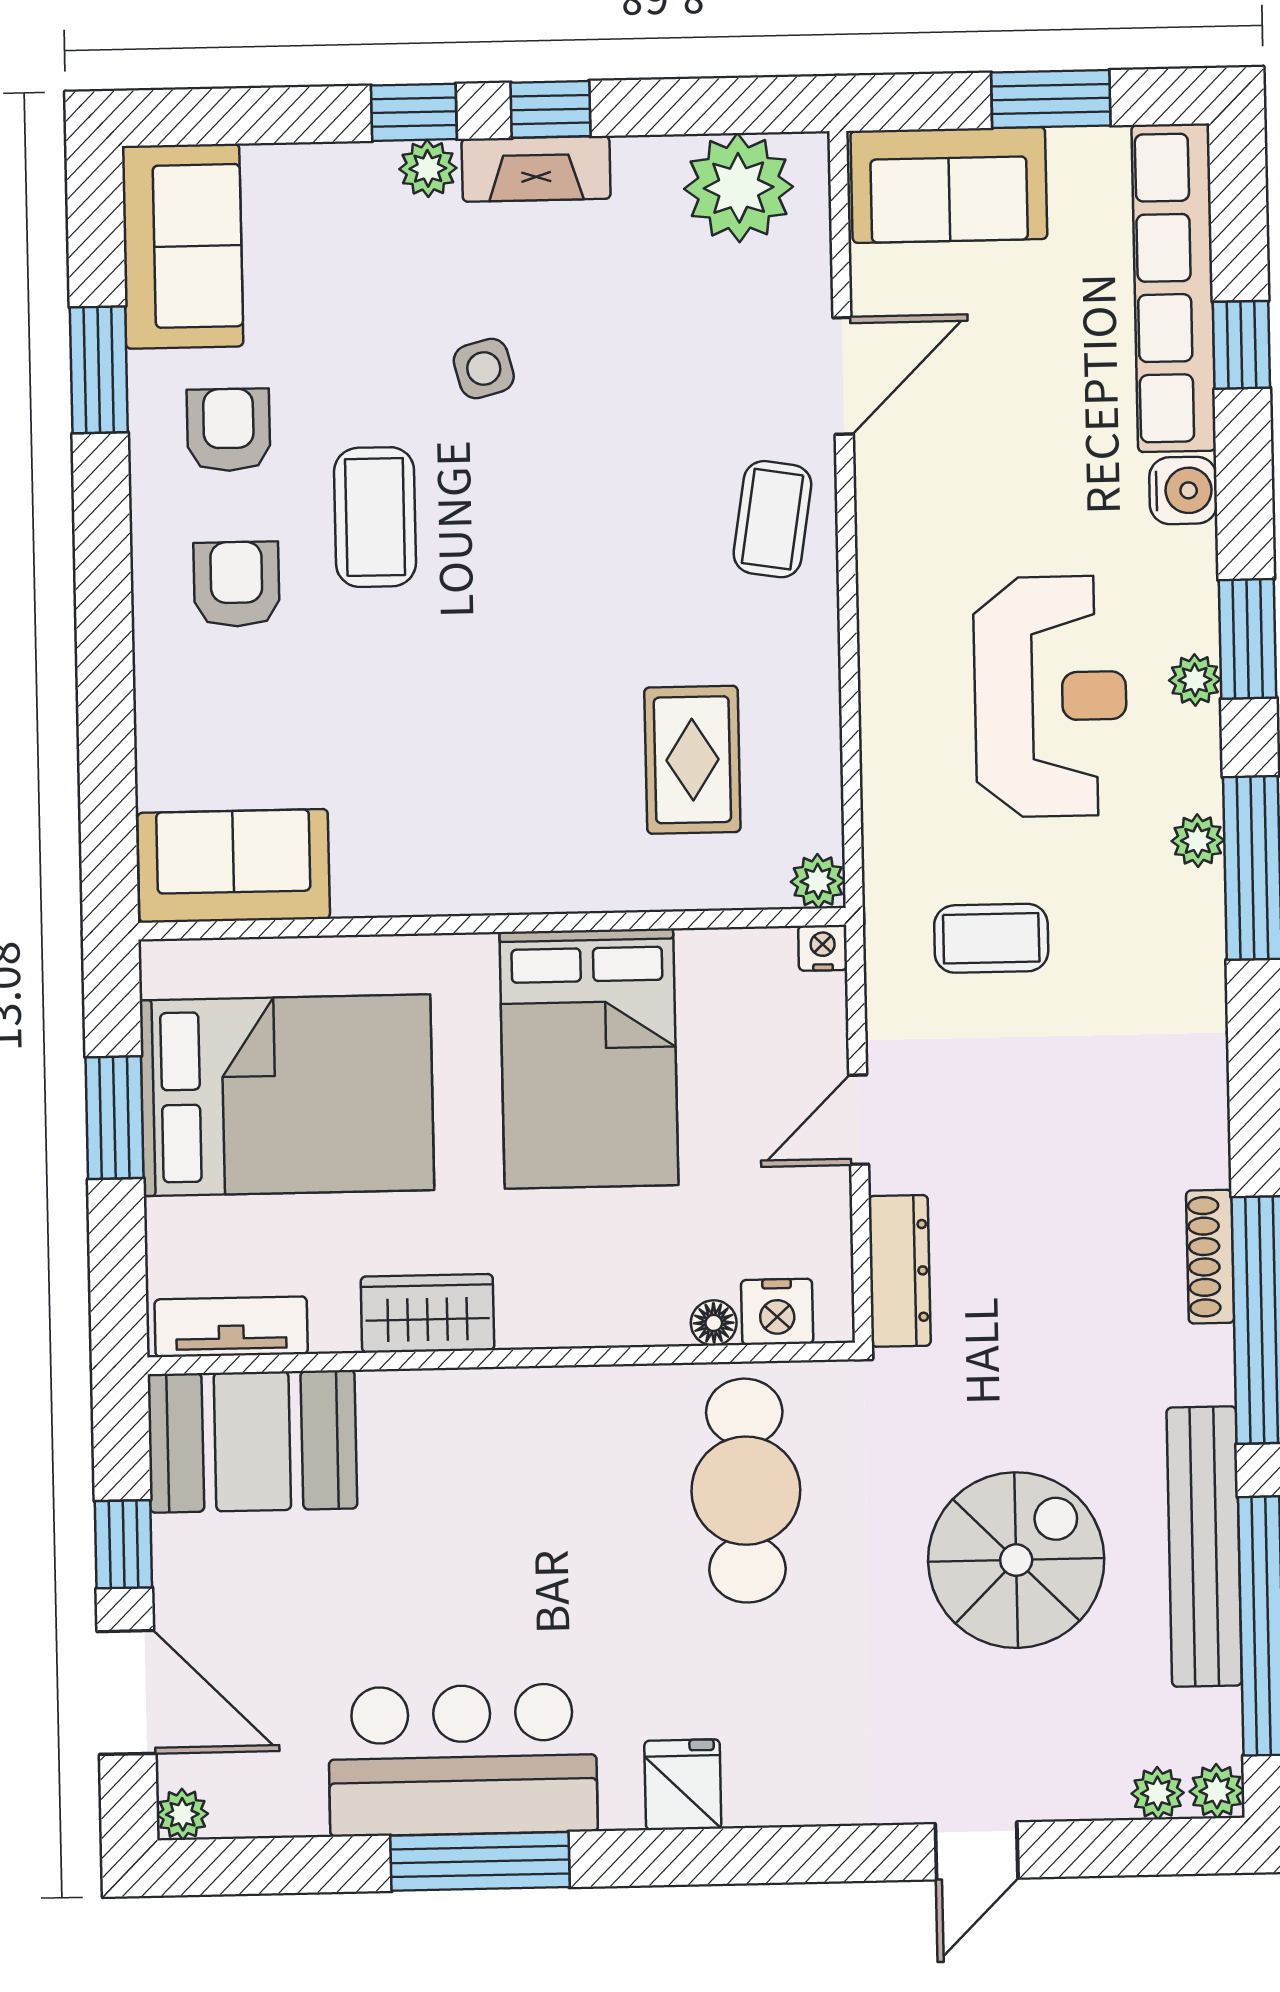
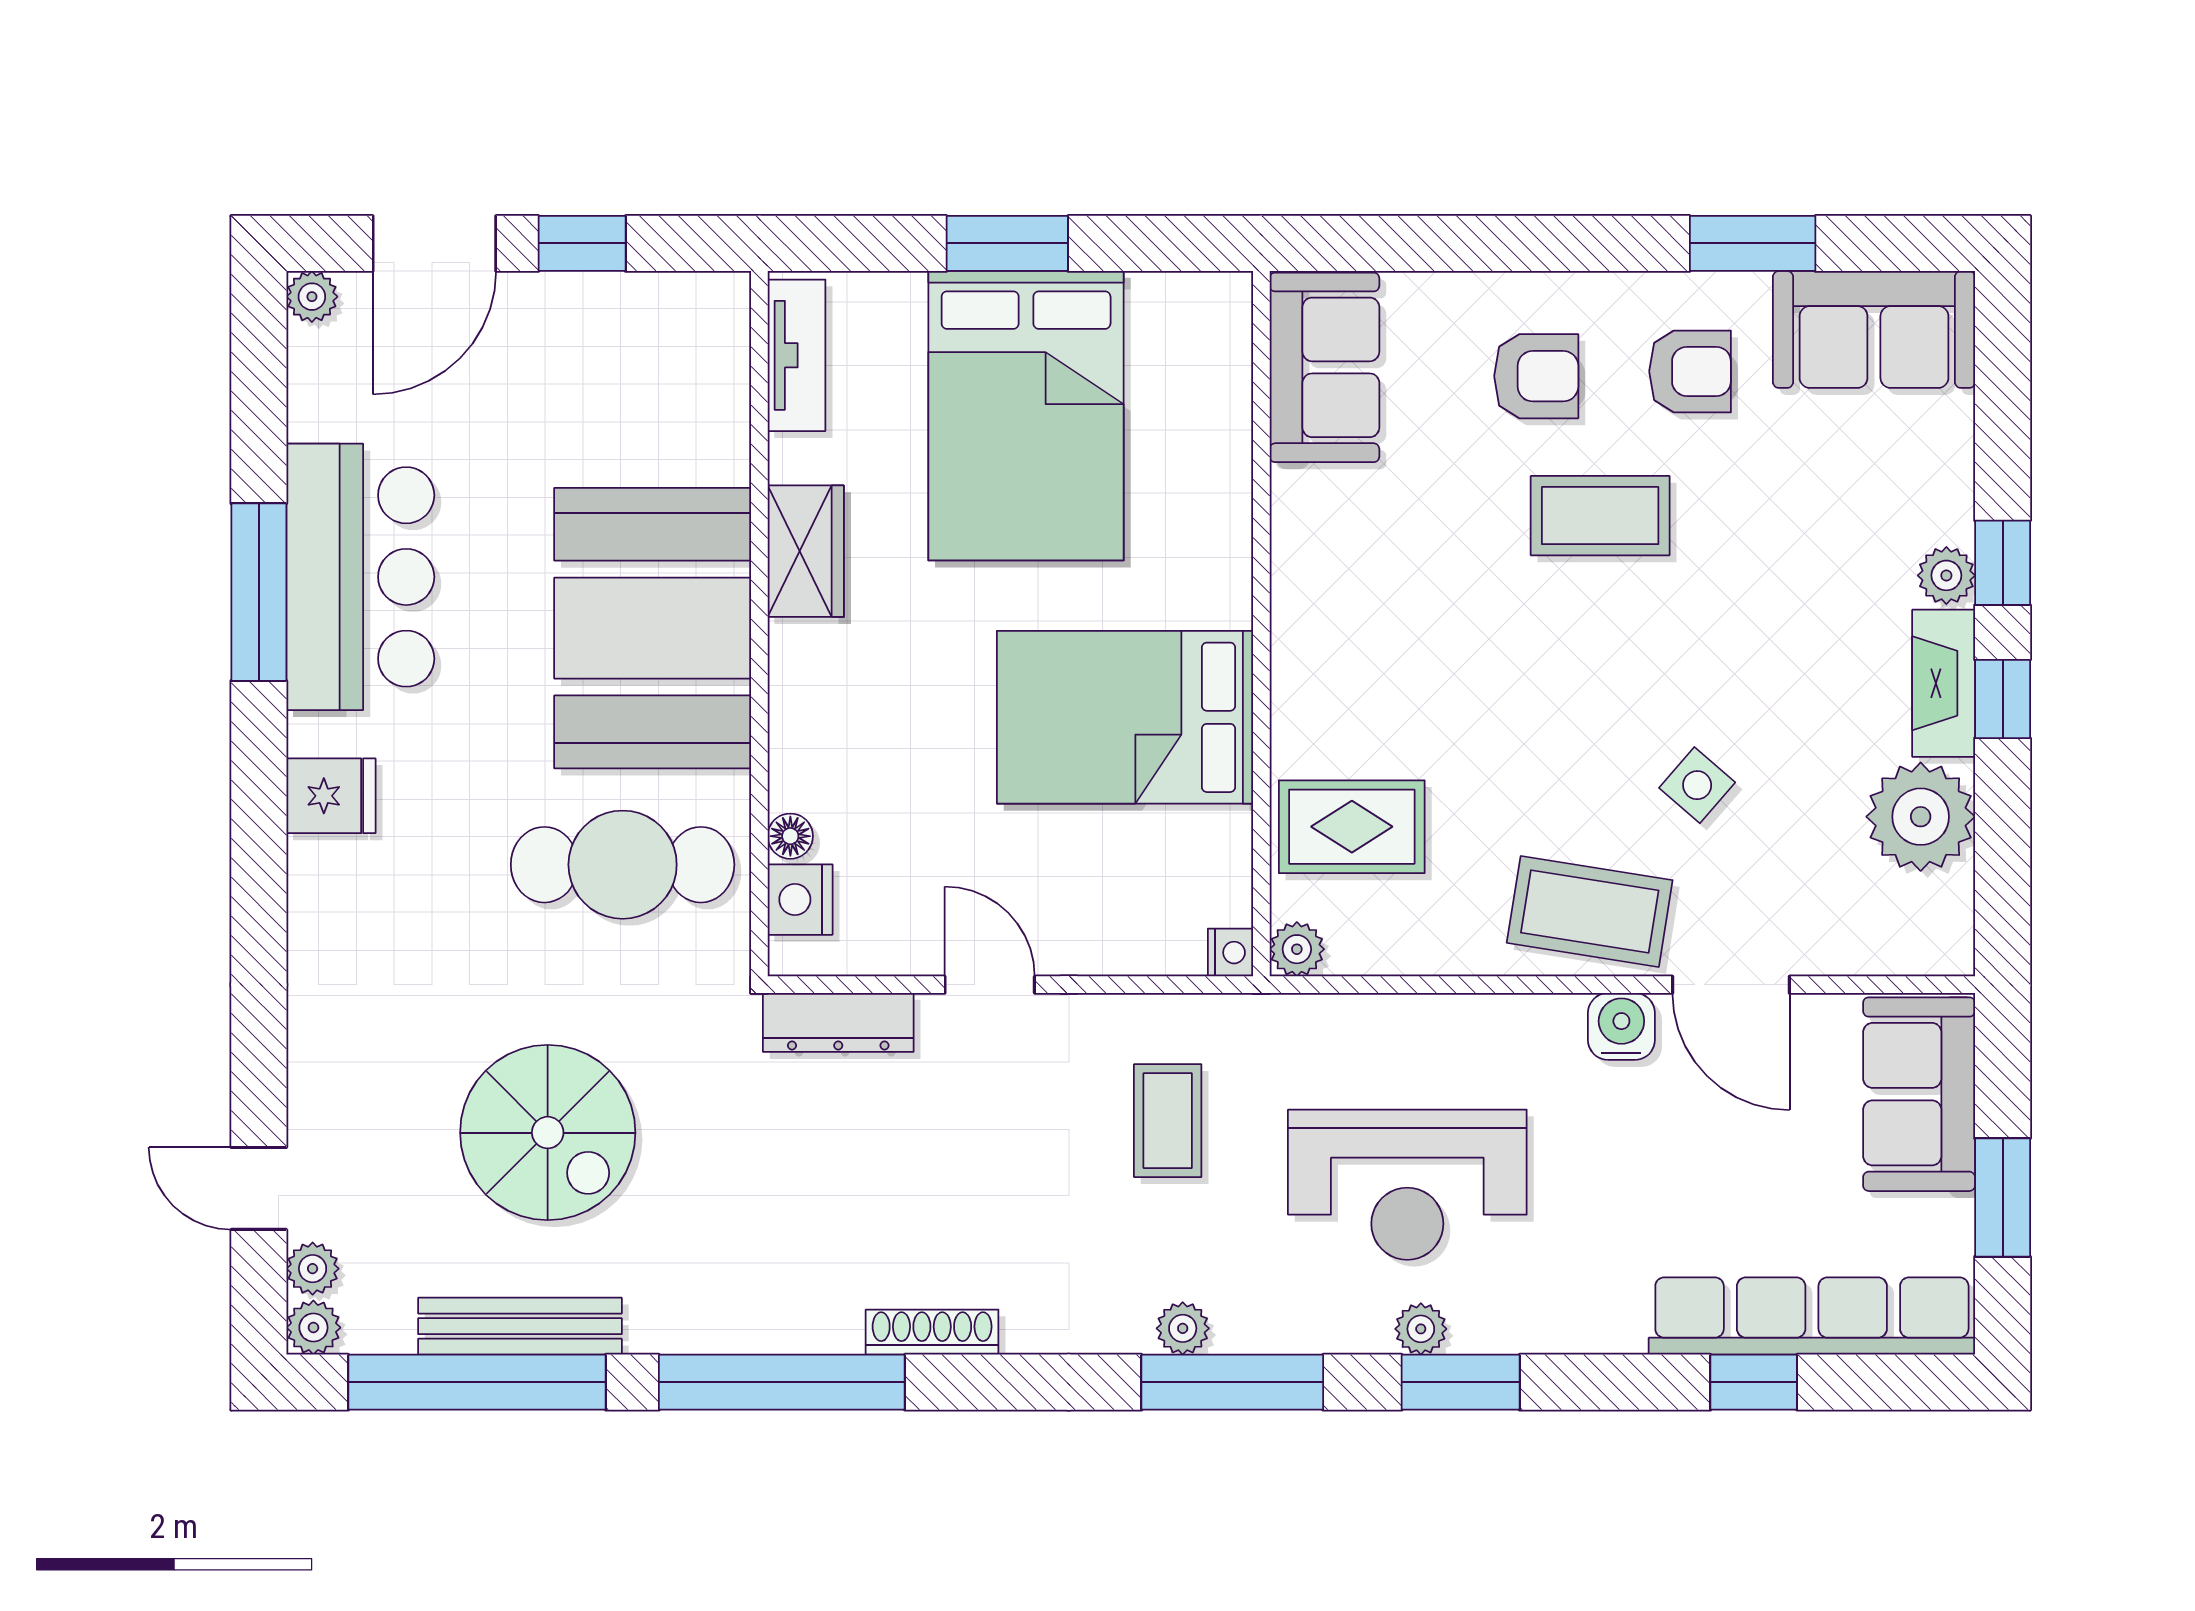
plant: (739, 188) -> (1921, 817), moved
side table: (484, 368) -> (1697, 785), moved, turned -34
water cooler: (1183, 490) -> (1621, 1026), moved, turned 180
coffee table: (772, 519) -> (1590, 911), width x1.36, depth x1.30
plant: (1198, 841) -> (1183, 1328), moved
sofa: (234, 866) -> (1324, 367), moved
plant: (818, 881) -> (1297, 949), moved
wall: (492, 924) -> (1261, 624), moved
nightstand: (823, 948) -> (1230, 953), moved
bed: (589, 1059) -> (1125, 717), moved
shoe rack: (1210, 1257) -> (932, 1332), moved
booth: (252, 1441) -> (653, 628), moved, width x1.36, depth x1.42
bench: (1204, 1547) -> (520, 1326), width x0.73, depth x0.82
door: (977, 1851) -> (259, 1188), moved

